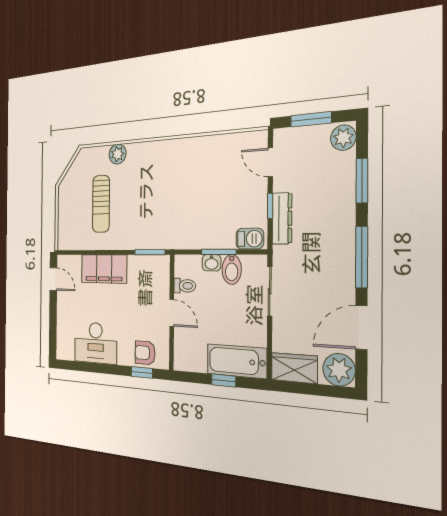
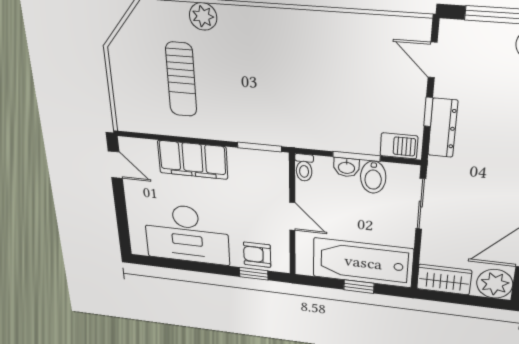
toilet: (185, 286) -> (304, 168), moved, turned 90
desk: (96, 343) -> (187, 234), width x1.36, depth x1.30
bathtub: (237, 361) -> (363, 263), width x1.36, depth x1.36

